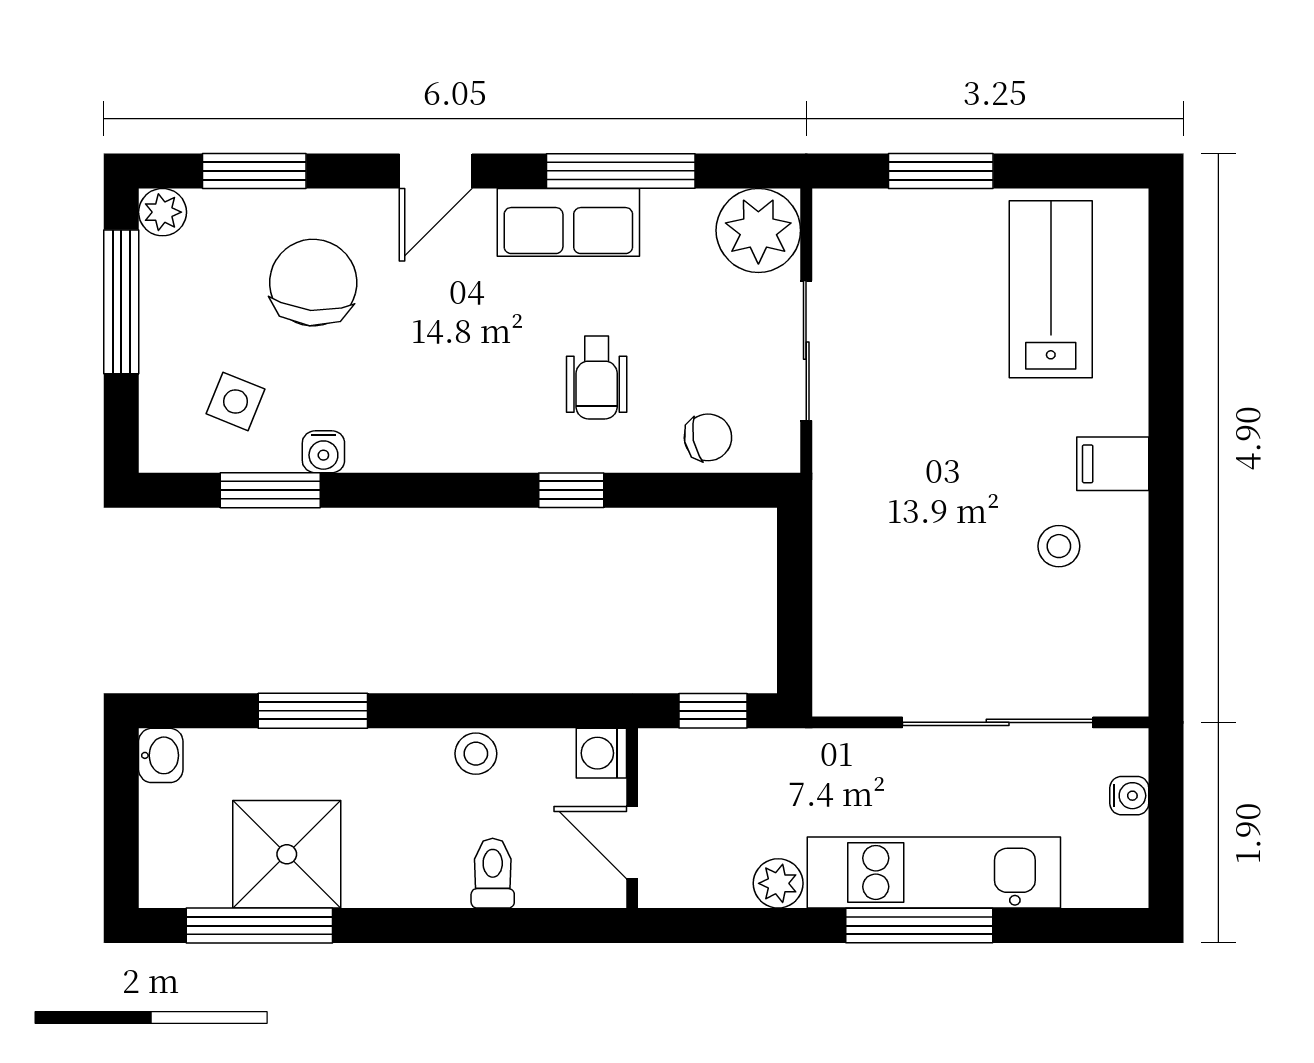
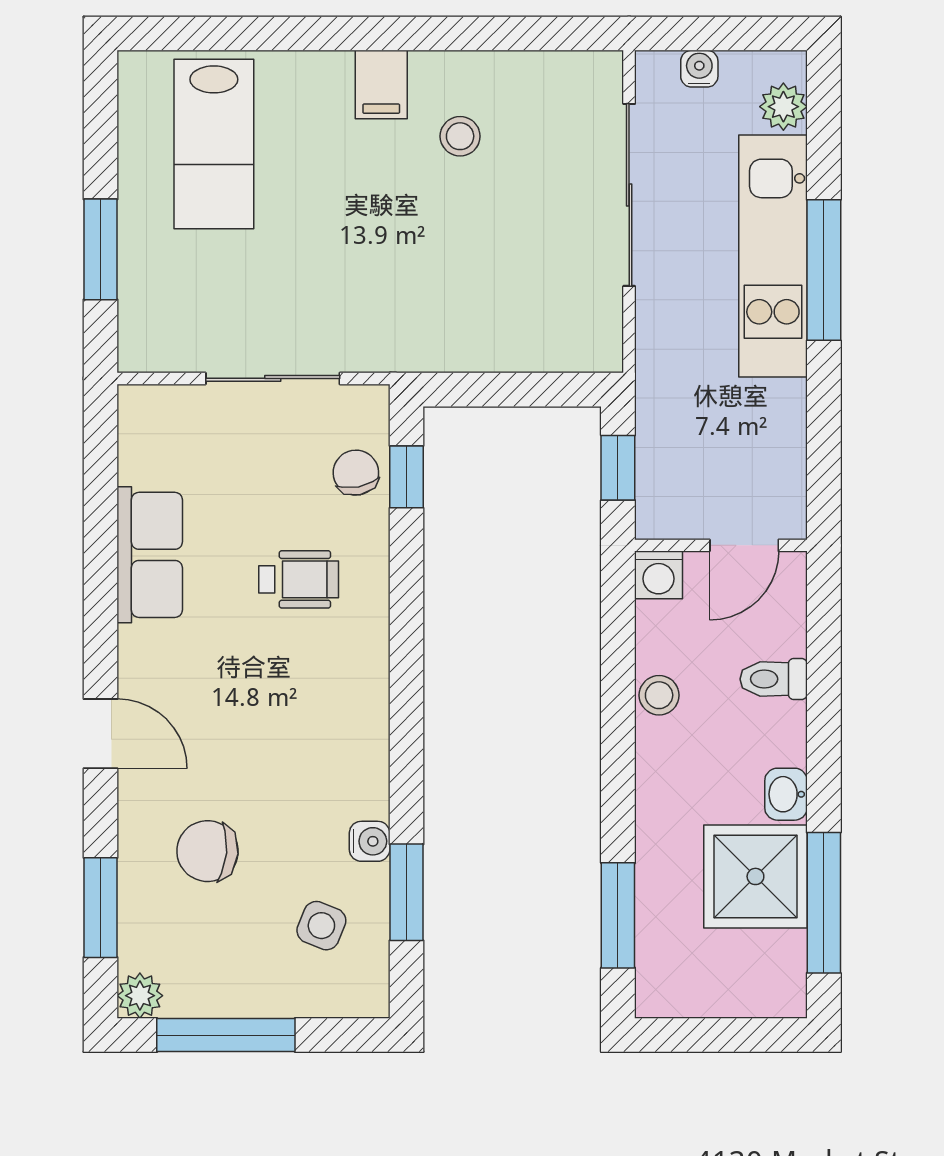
window: (621, 171) -> (100, 556), removed
row of seats: (568, 222) -> (150, 555), moved
plant: (758, 230) -> (157, 424), removed
chair: (313, 283) -> (207, 851), width x0.73, depth x0.73
lab bench: (1051, 289) -> (214, 144), turned -90
window: (571, 490) -> (406, 477), moved
window: (313, 711) -> (618, 915), moved
washbasin: (161, 755) -> (786, 794), moved, turned -90
plant: (778, 883) -> (783, 107), moved

